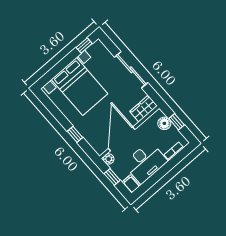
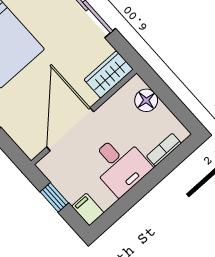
window: (177, 122) -> (168, 97), removed
plant: (109, 159) -> (47, 165), removed
desk: (145, 162) -> (120, 165), width x0.73

